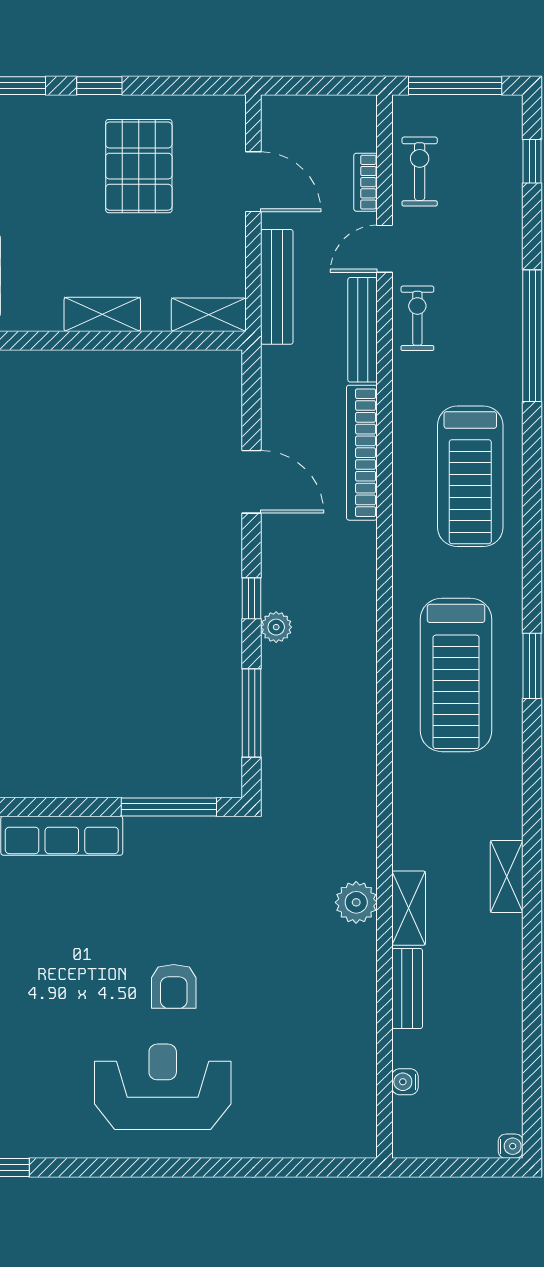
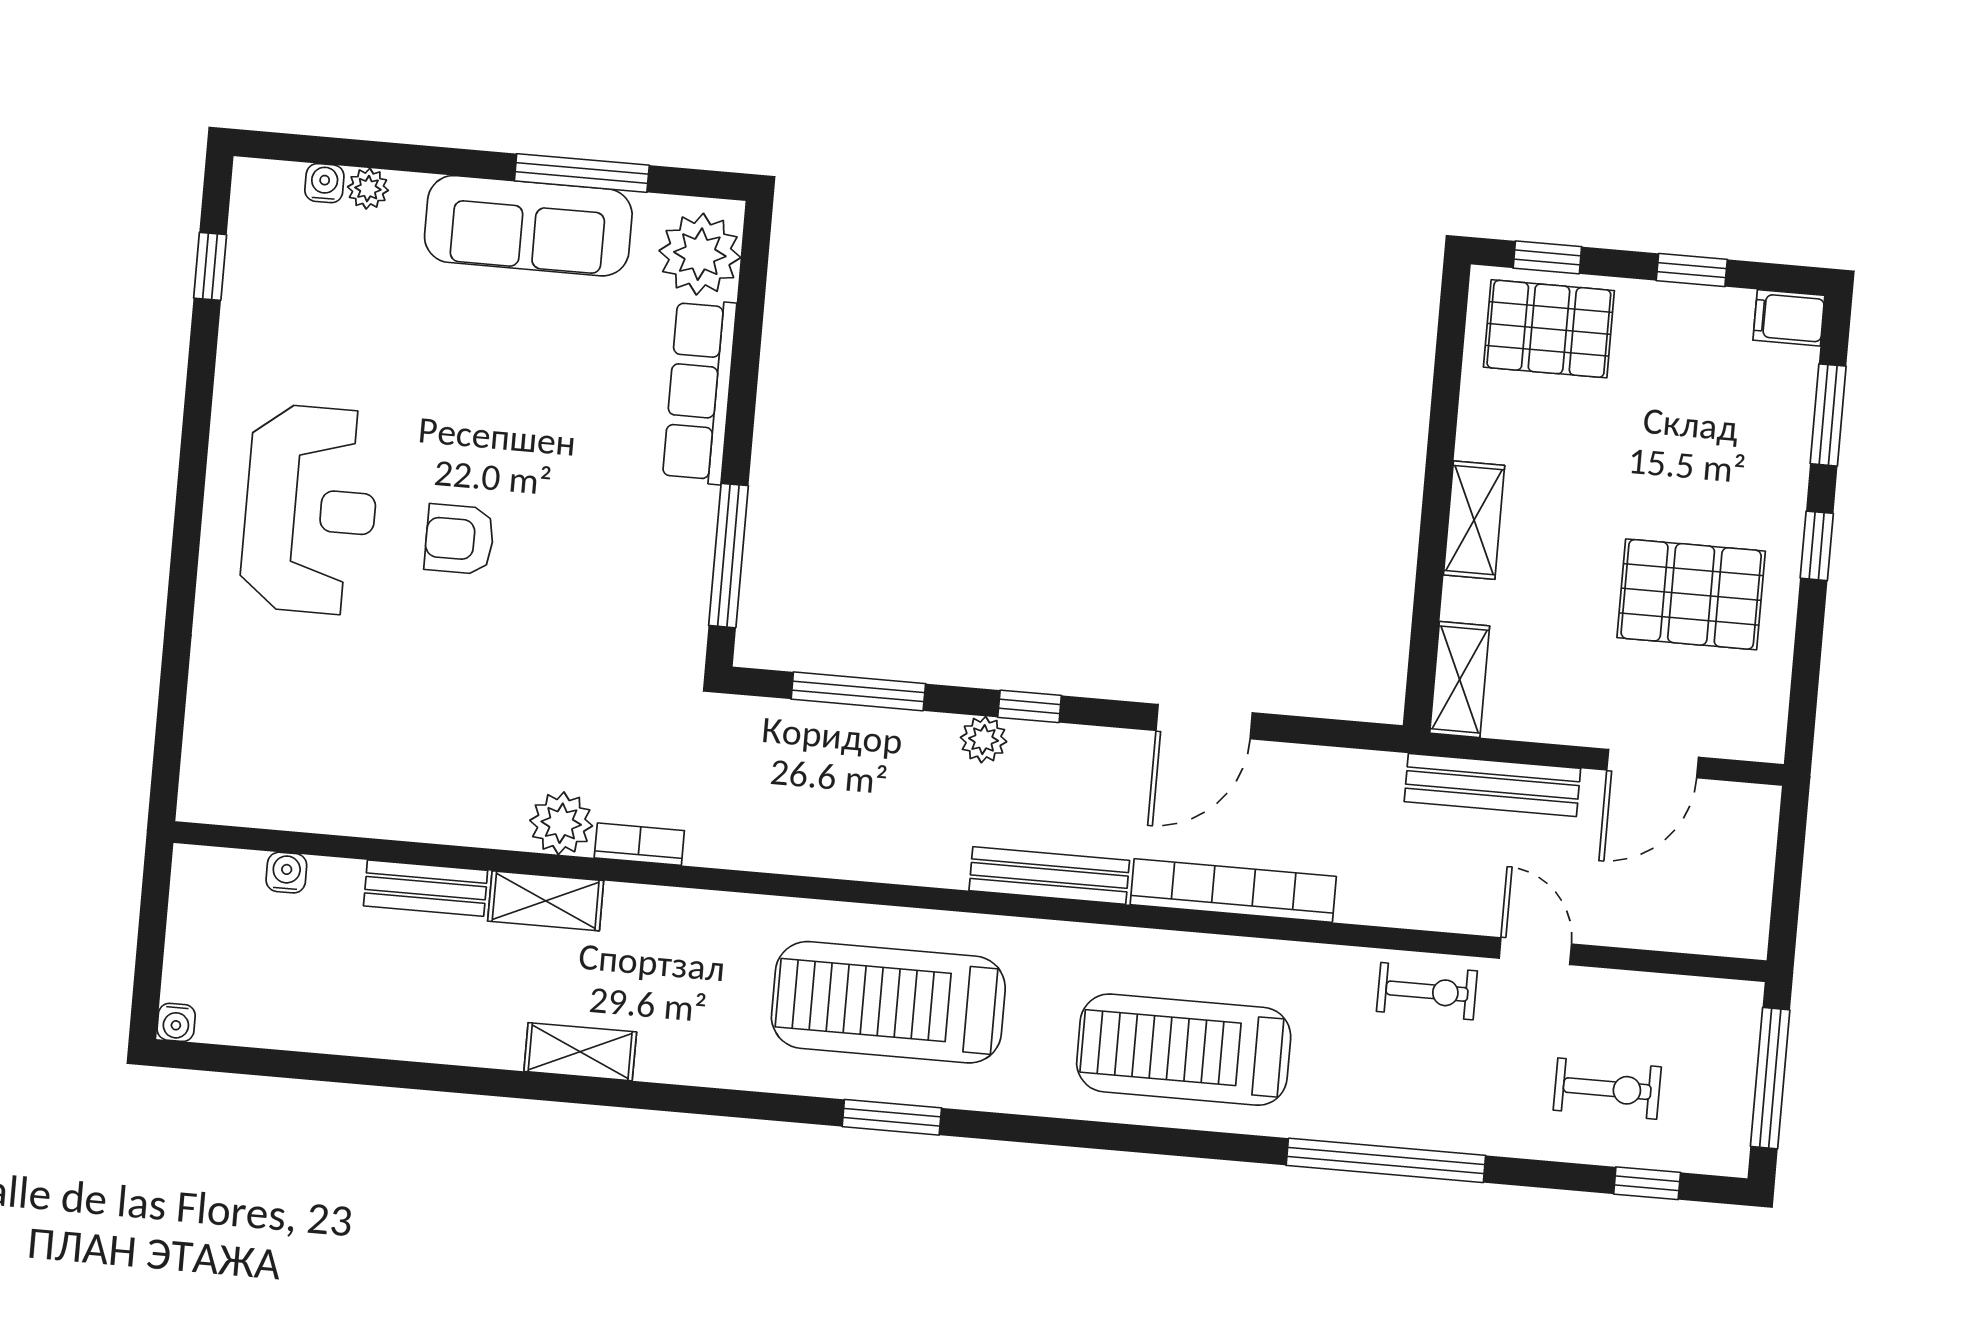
exercise bike: (420, 172) -> (1607, 1089), moved
bookcase: (366, 182) -> (639, 844), moved
bench: (363, 330) -> (1049, 875), moved

